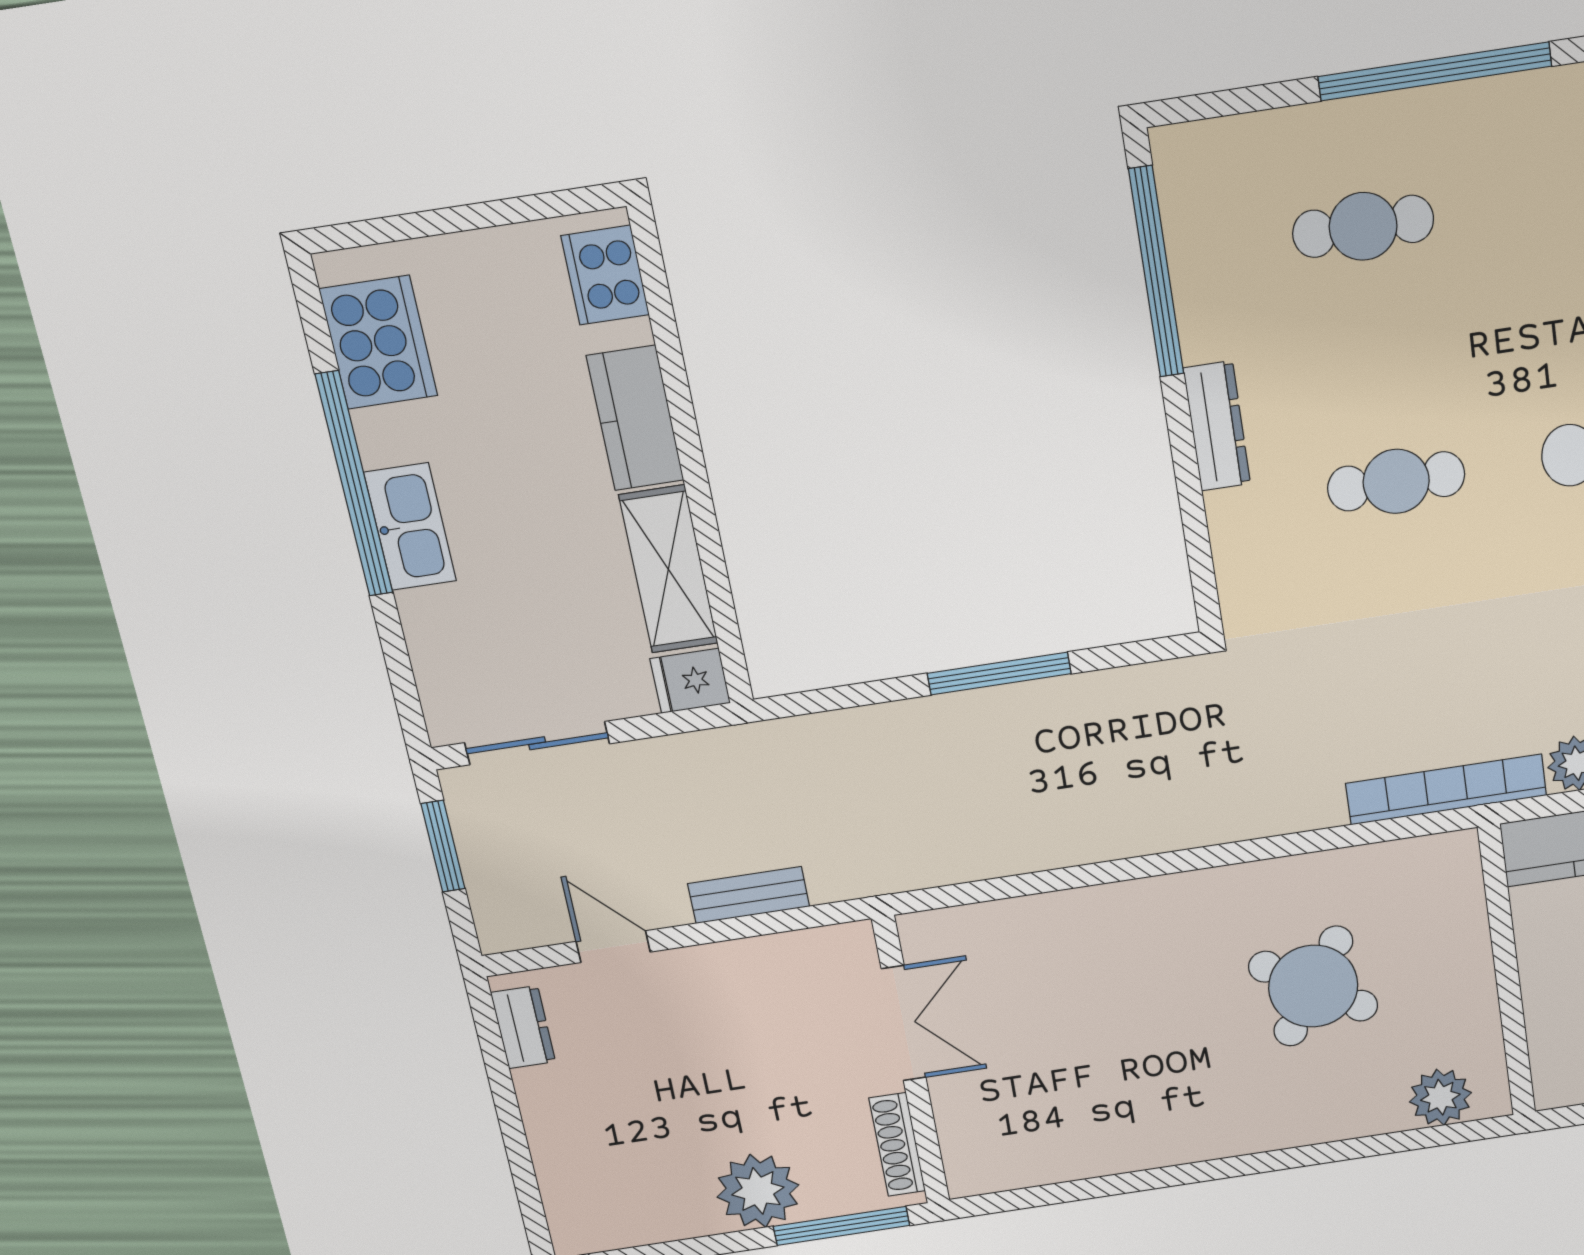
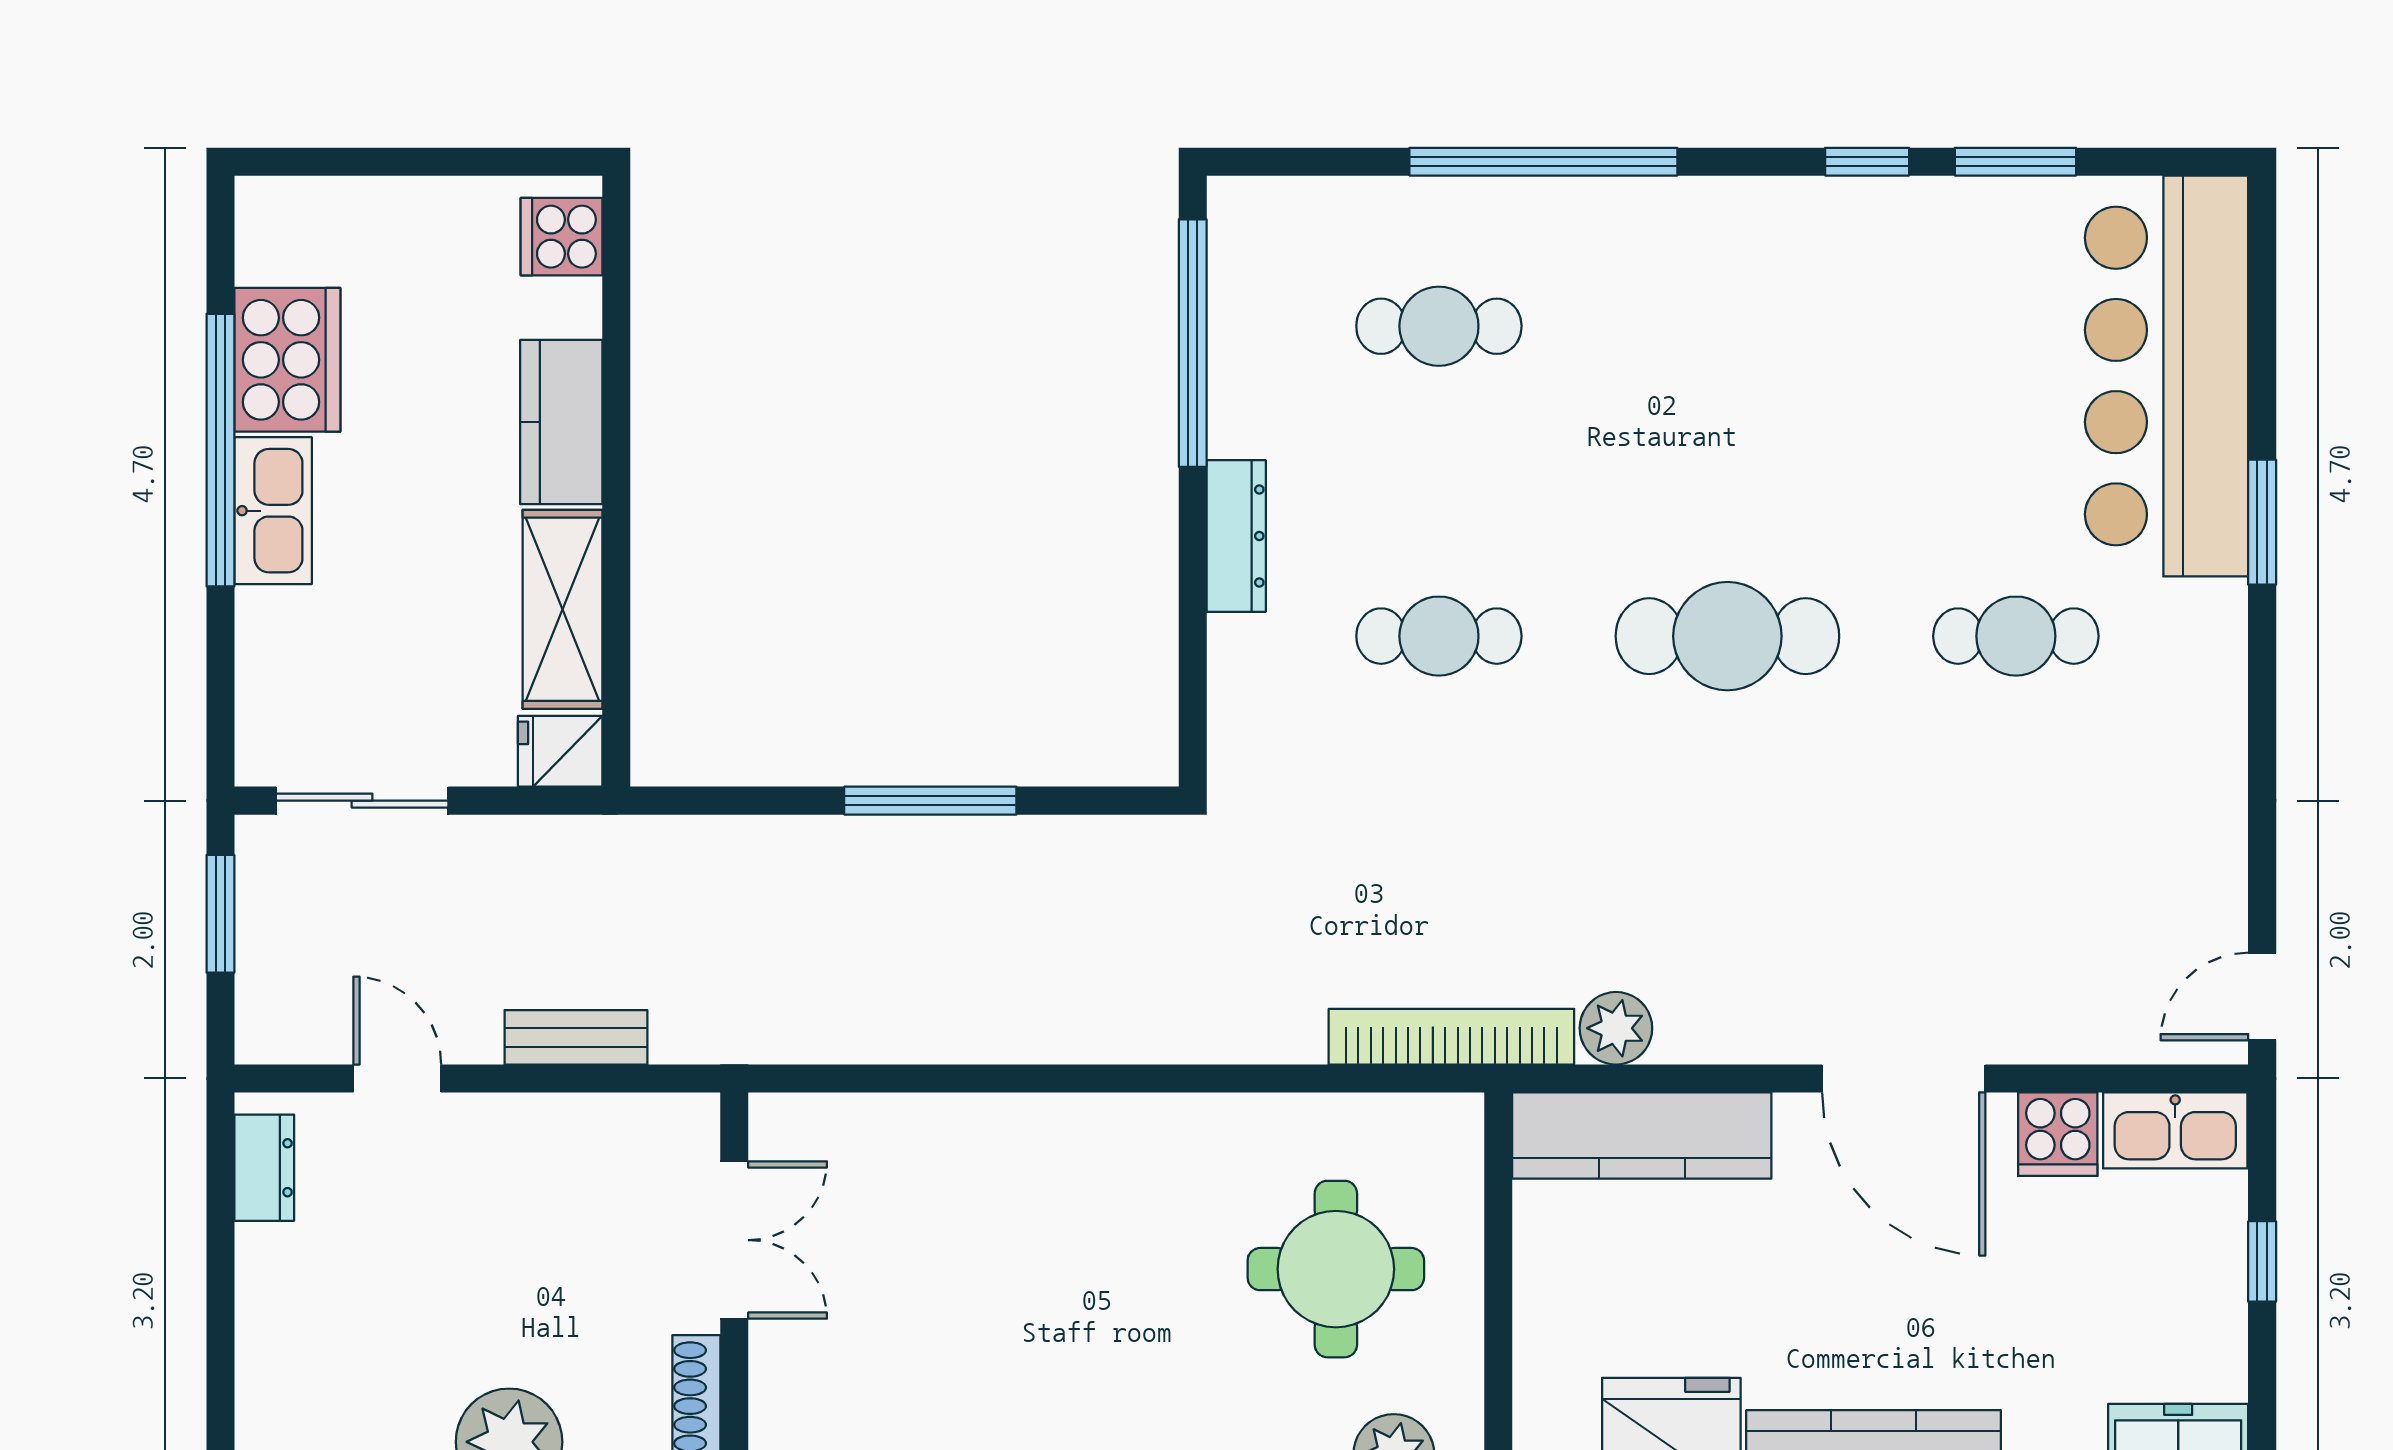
cooker: (605, 275) -> (562, 237), width x0.73
cooker: (379, 342) -> (287, 360), moved
round table: (1313, 986) -> (1336, 1269), moved, turned -33

